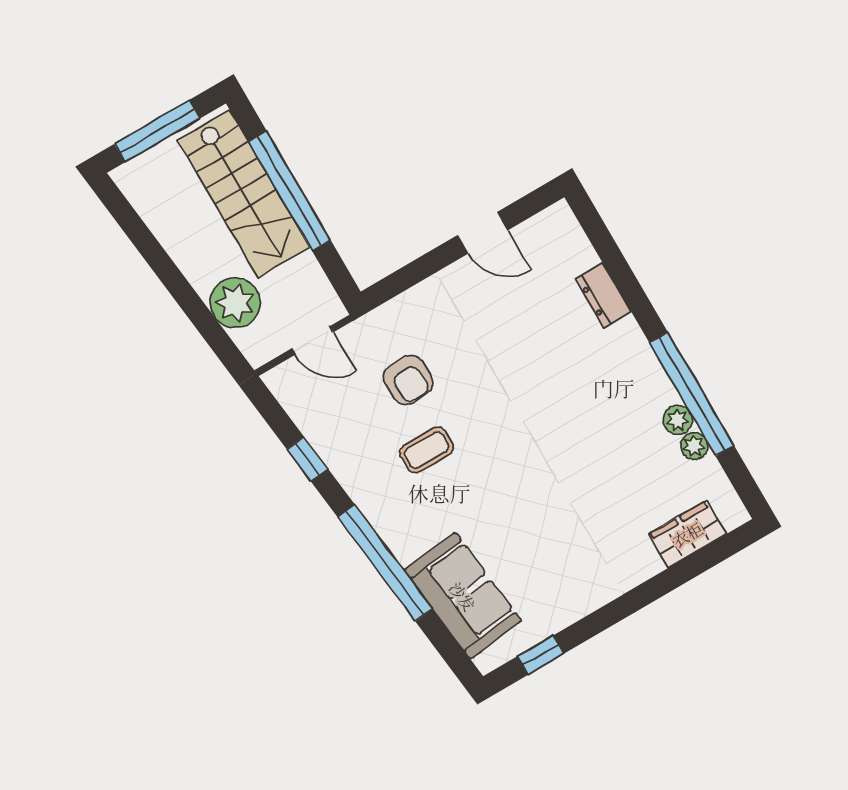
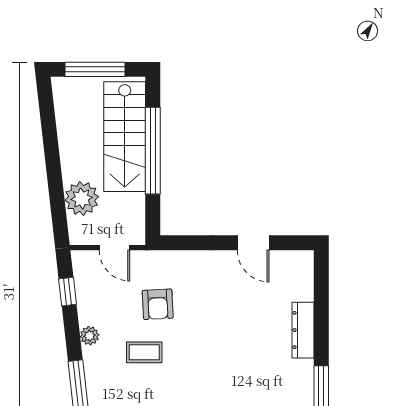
dresser: (603, 295) -> (303, 330), width x1.44
window: (307, 459) -> (68, 292), moved
plant: (346, 469) -> (90, 336), added

